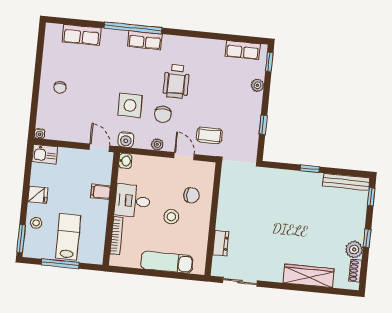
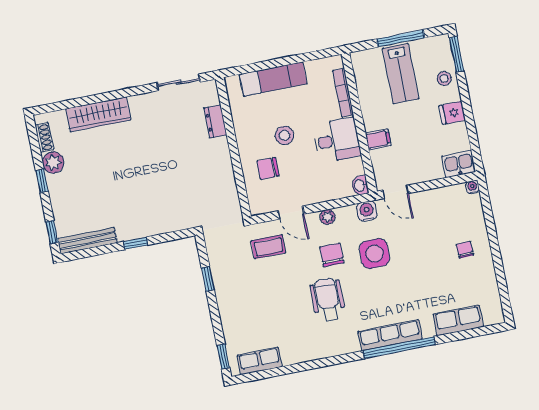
row of seats: (145, 40) -> (390, 335), width x1.48
plant: (257, 85) -> (229, 324), removed

